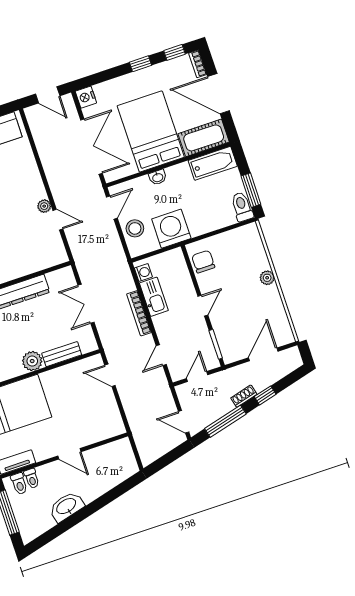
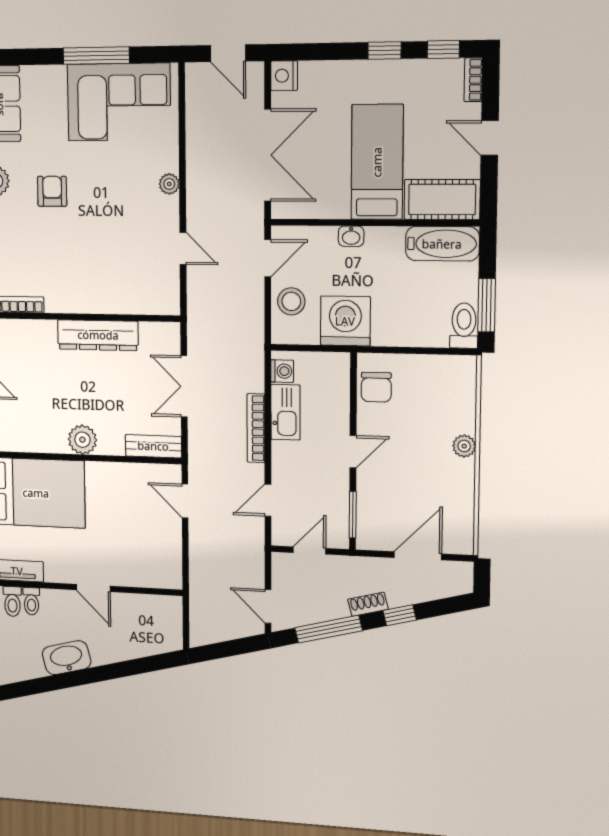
door: (219, 94) -> (490, 138), width x0.53
bed: (151, 131) -> (377, 162), width x0.67
plant: (44, 206) -> (169, 184), moved
chair: (203, 262) -> (376, 387), turned 180
bench: (62, 354) -> (153, 446), moved

